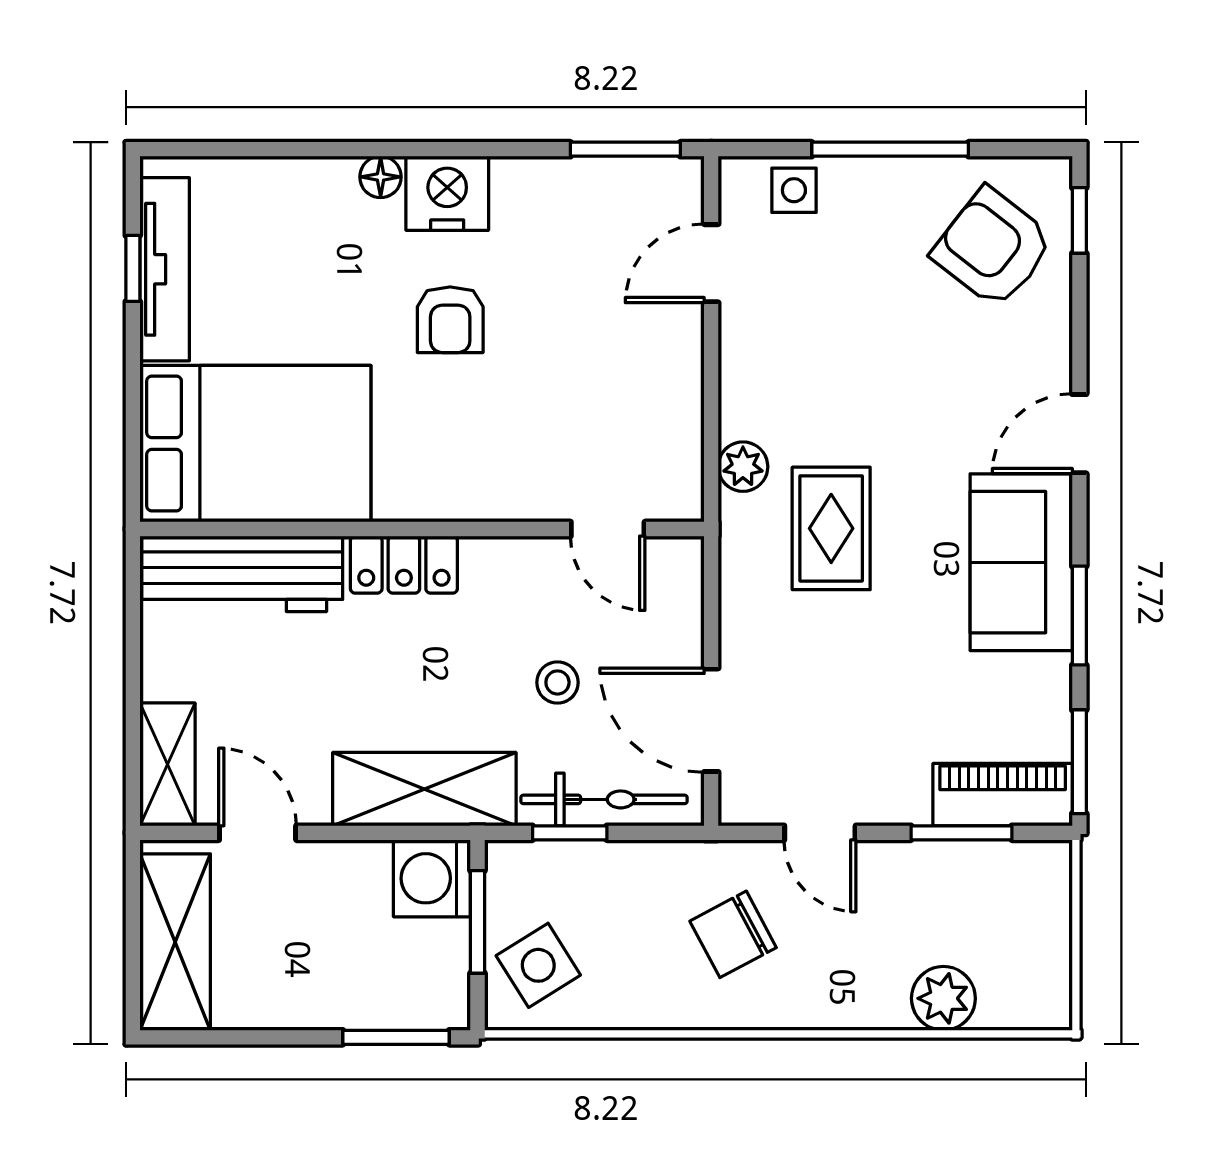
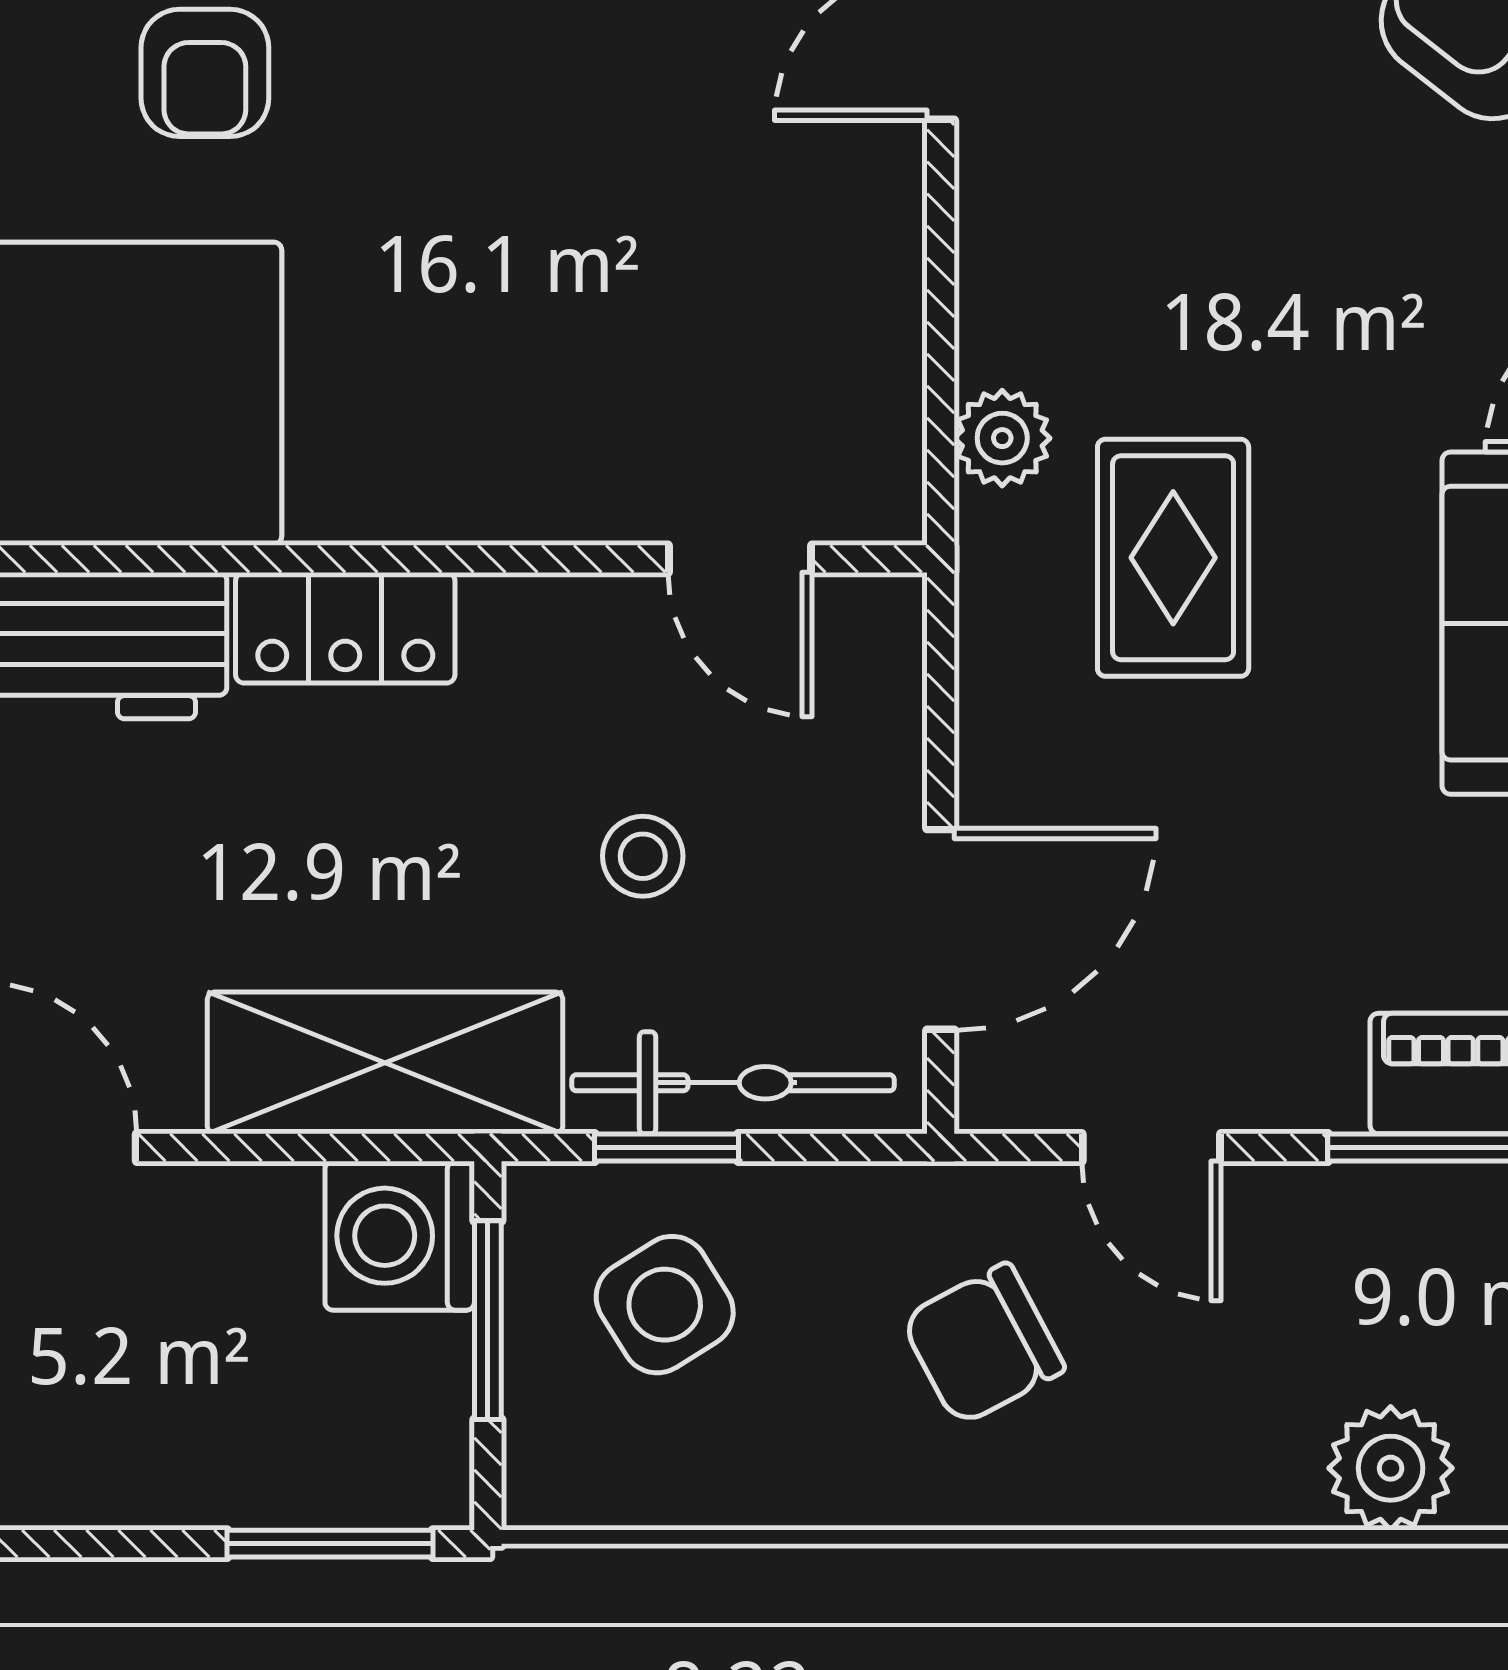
armchair: (450, 320) -> (205, 73), moved
door: (711, 720) -> (941, 929), swing flipped
side table: (538, 965) -> (665, 1305), moved

